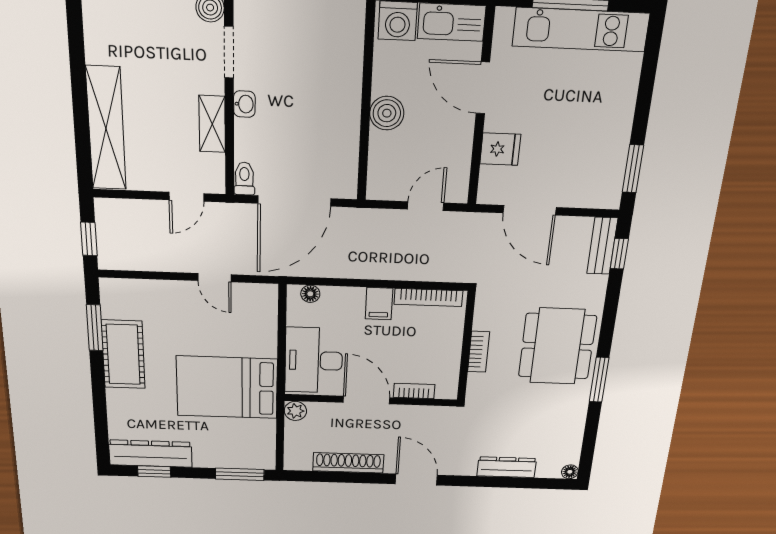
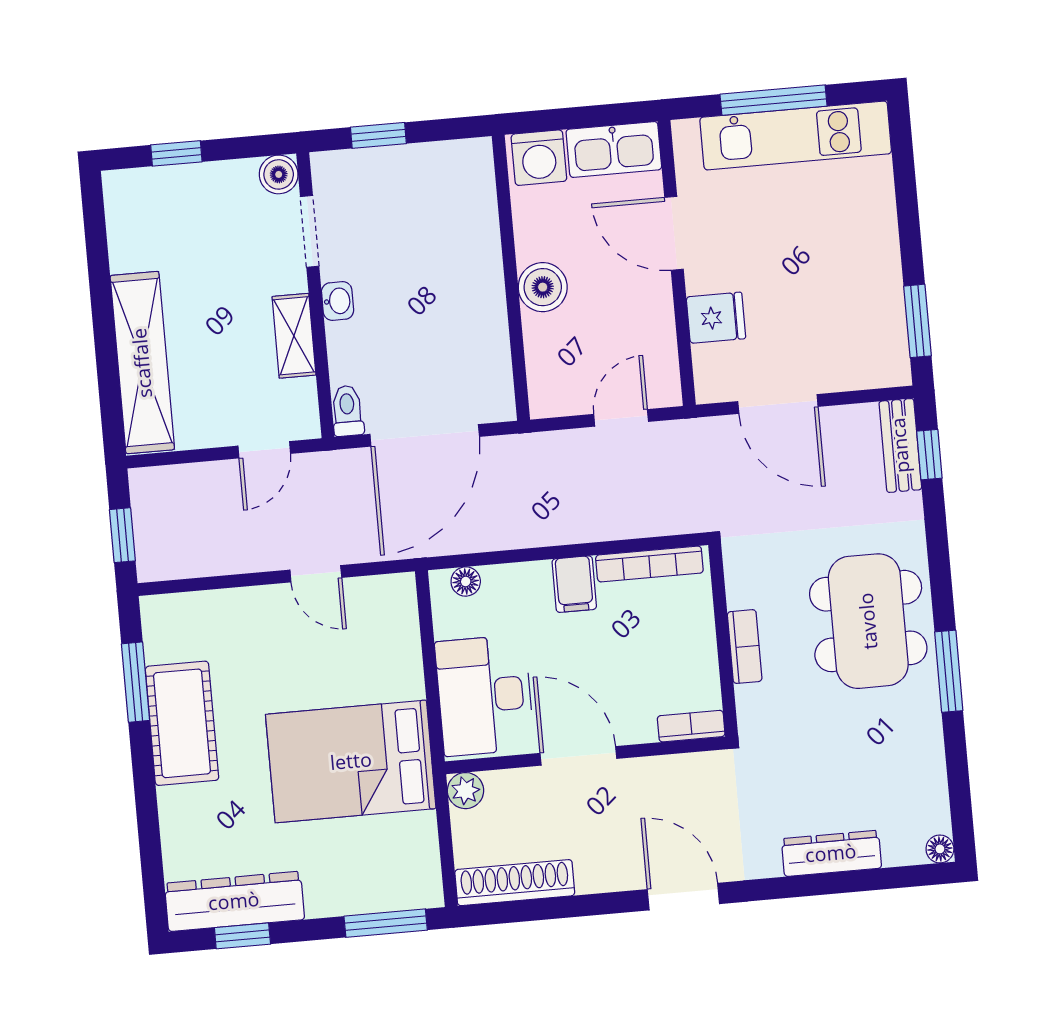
bookcase: (414, 391) -> (691, 726), moved
shoe rack: (348, 463) -> (515, 883), moved

